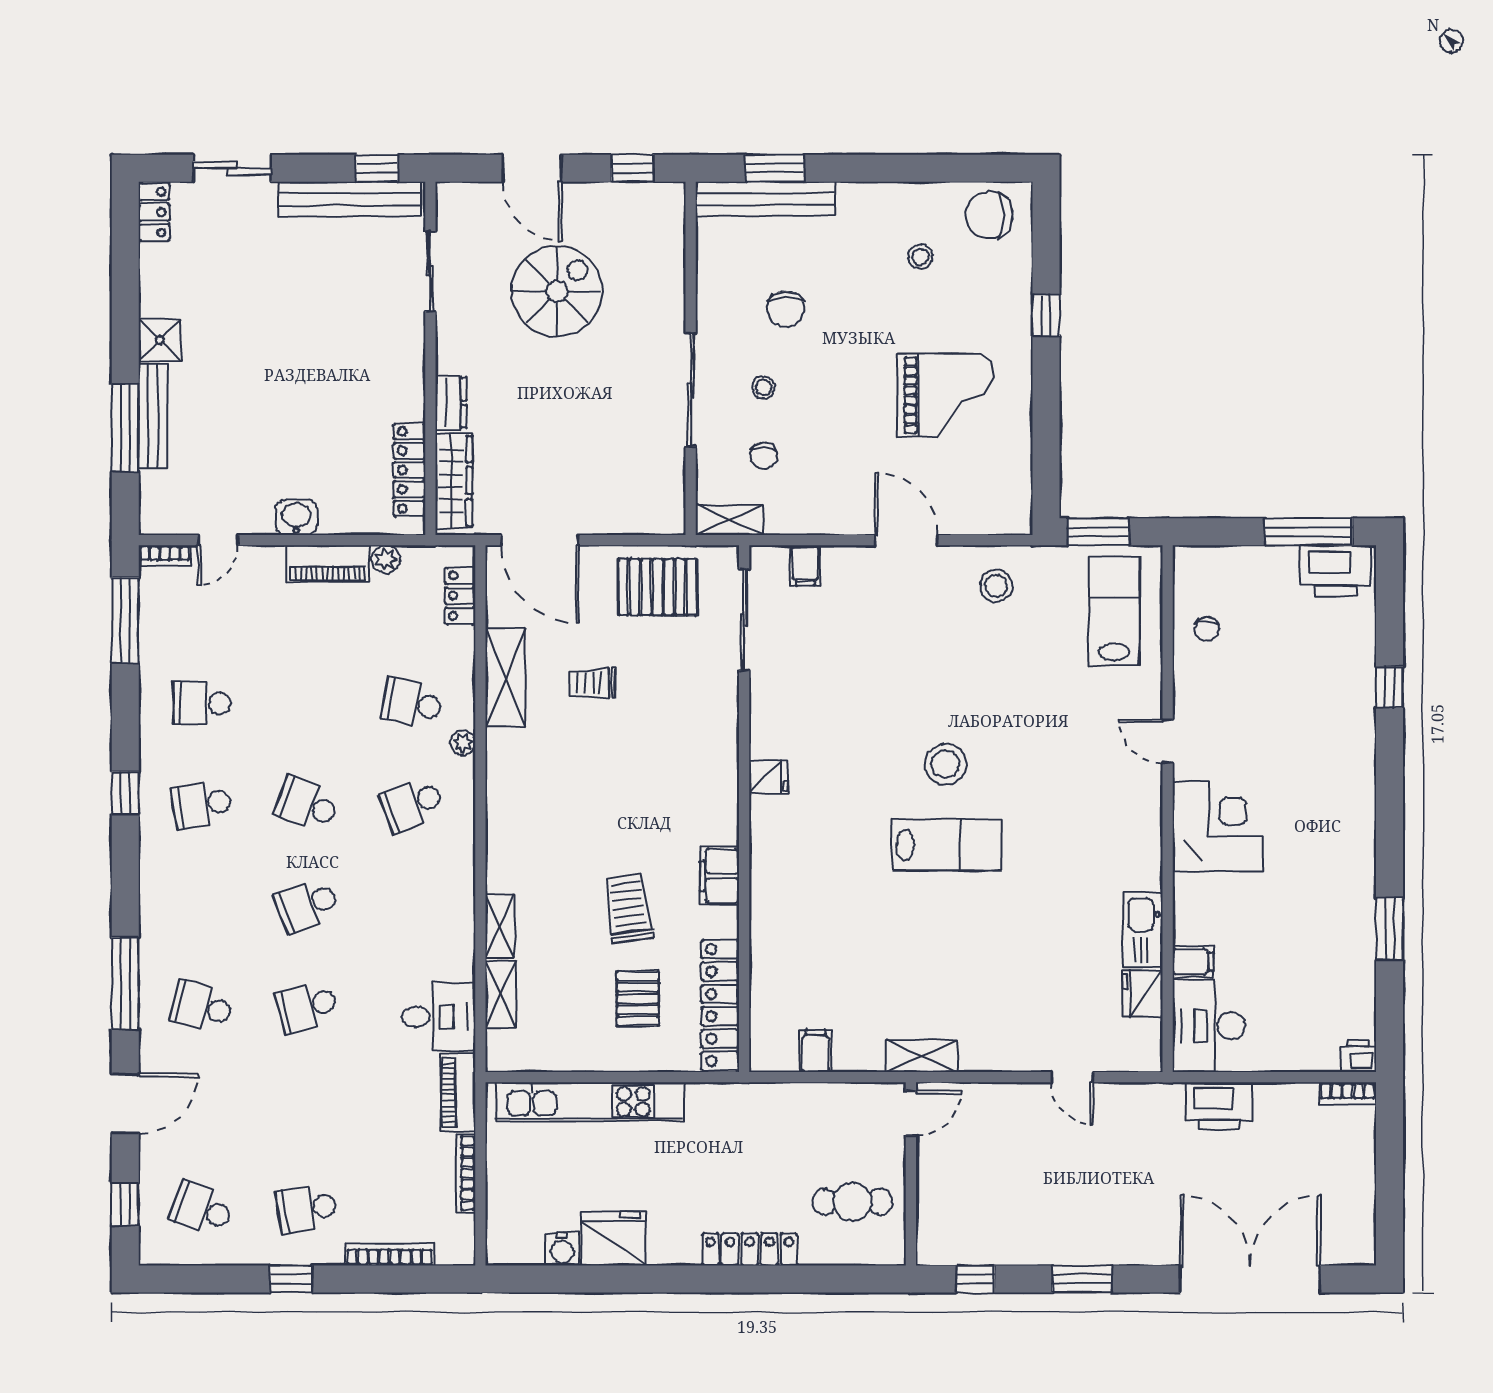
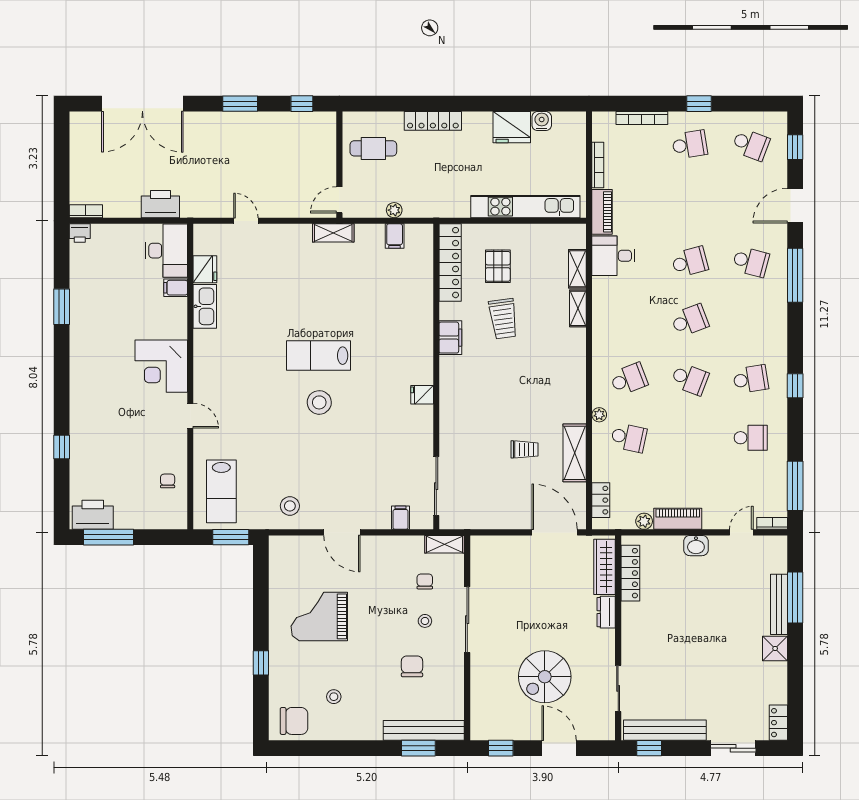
pallet: (657, 587) -> (486, 505), removed
plant: (816, 1096) -> (394, 210), added

